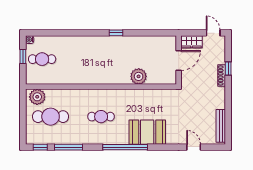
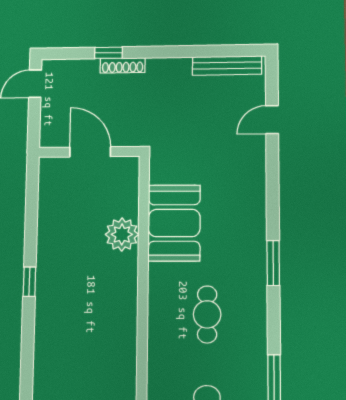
wardrobe: (191, 42) -> (52, 126), removed
booth: (147, 132) -> (174, 223), moved
window: (125, 147) -> (273, 263), width x0.47

